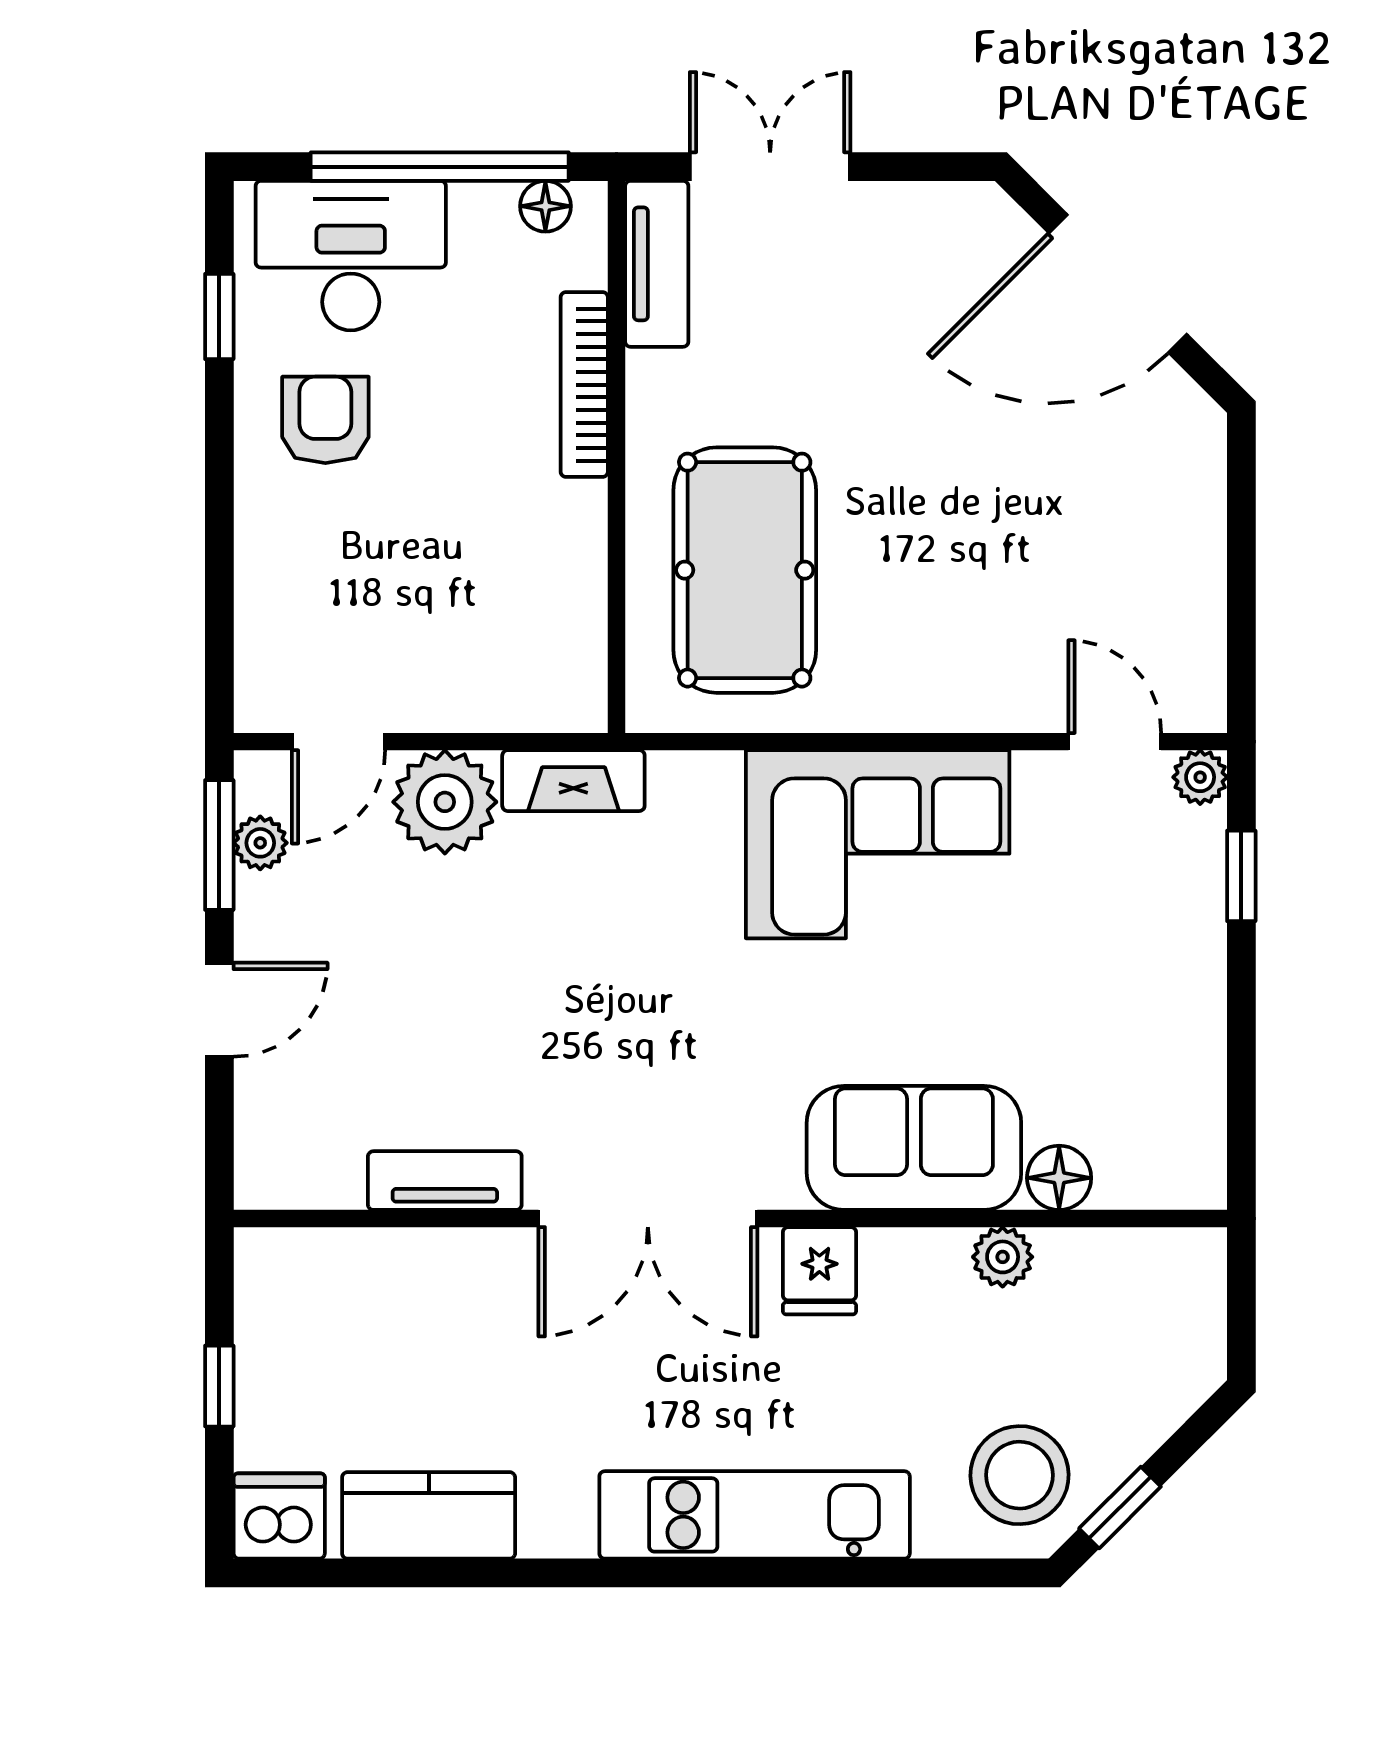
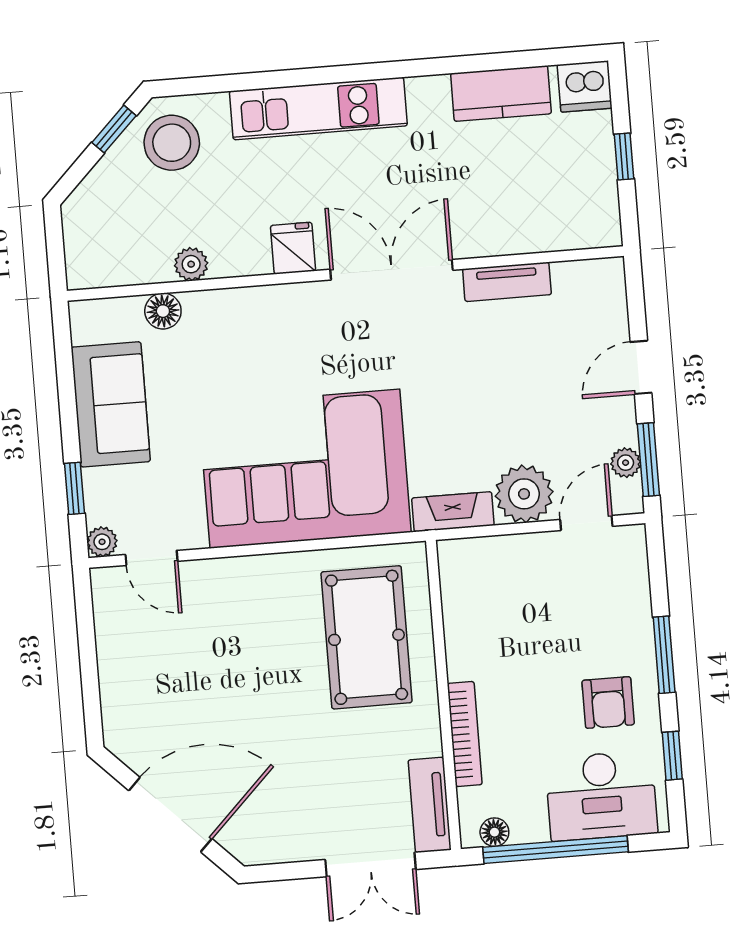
window: (219, 497) -> (664, 655), added
corner sofa: (878, 844) -> (305, 469), width x1.36, depth x1.36
sofa: (914, 1148) -> (111, 404), moved, turned -90

